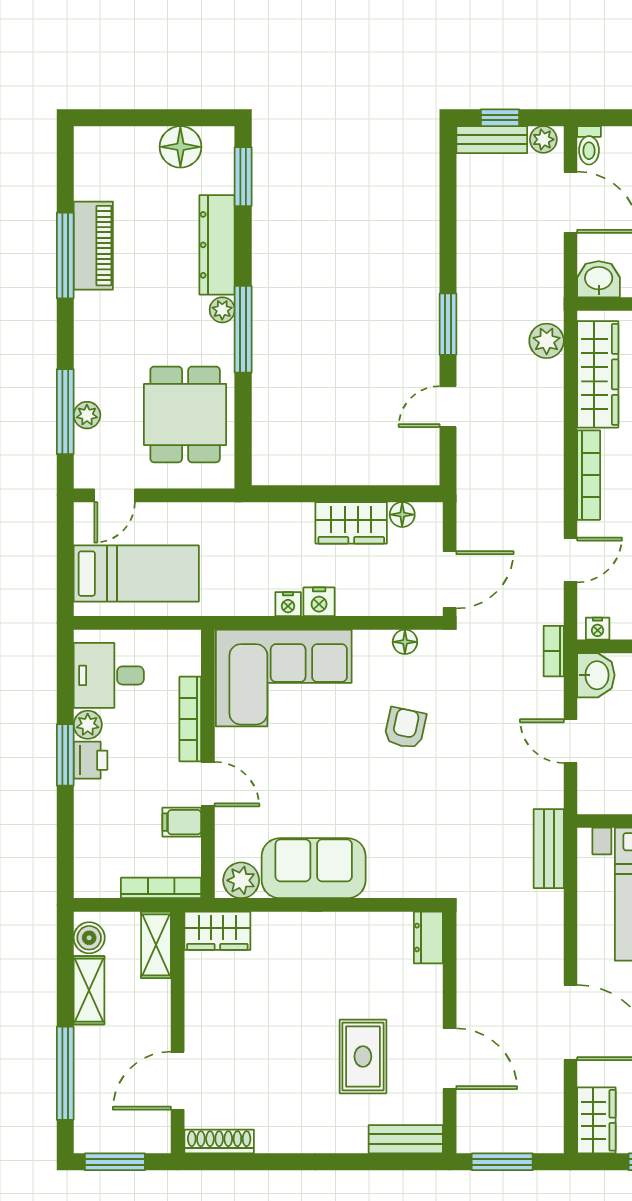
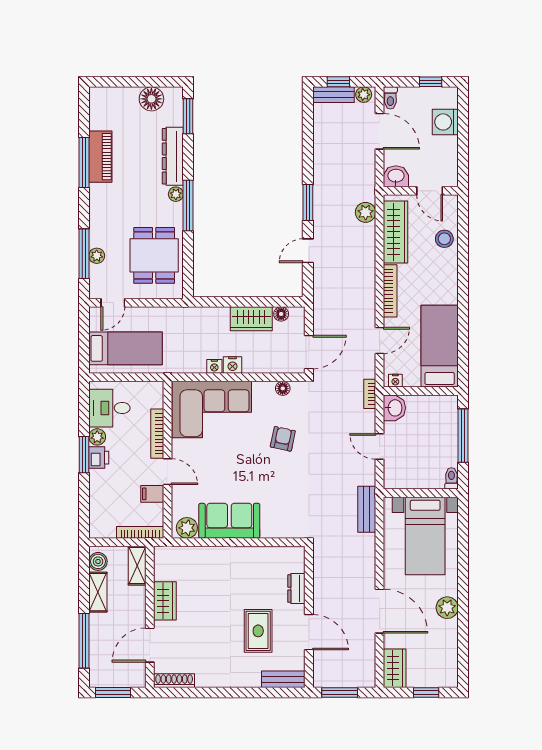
wardrobe: (217, 931) -> (165, 601), moved, turned -90
dresser: (428, 938) -> (296, 589), moved

